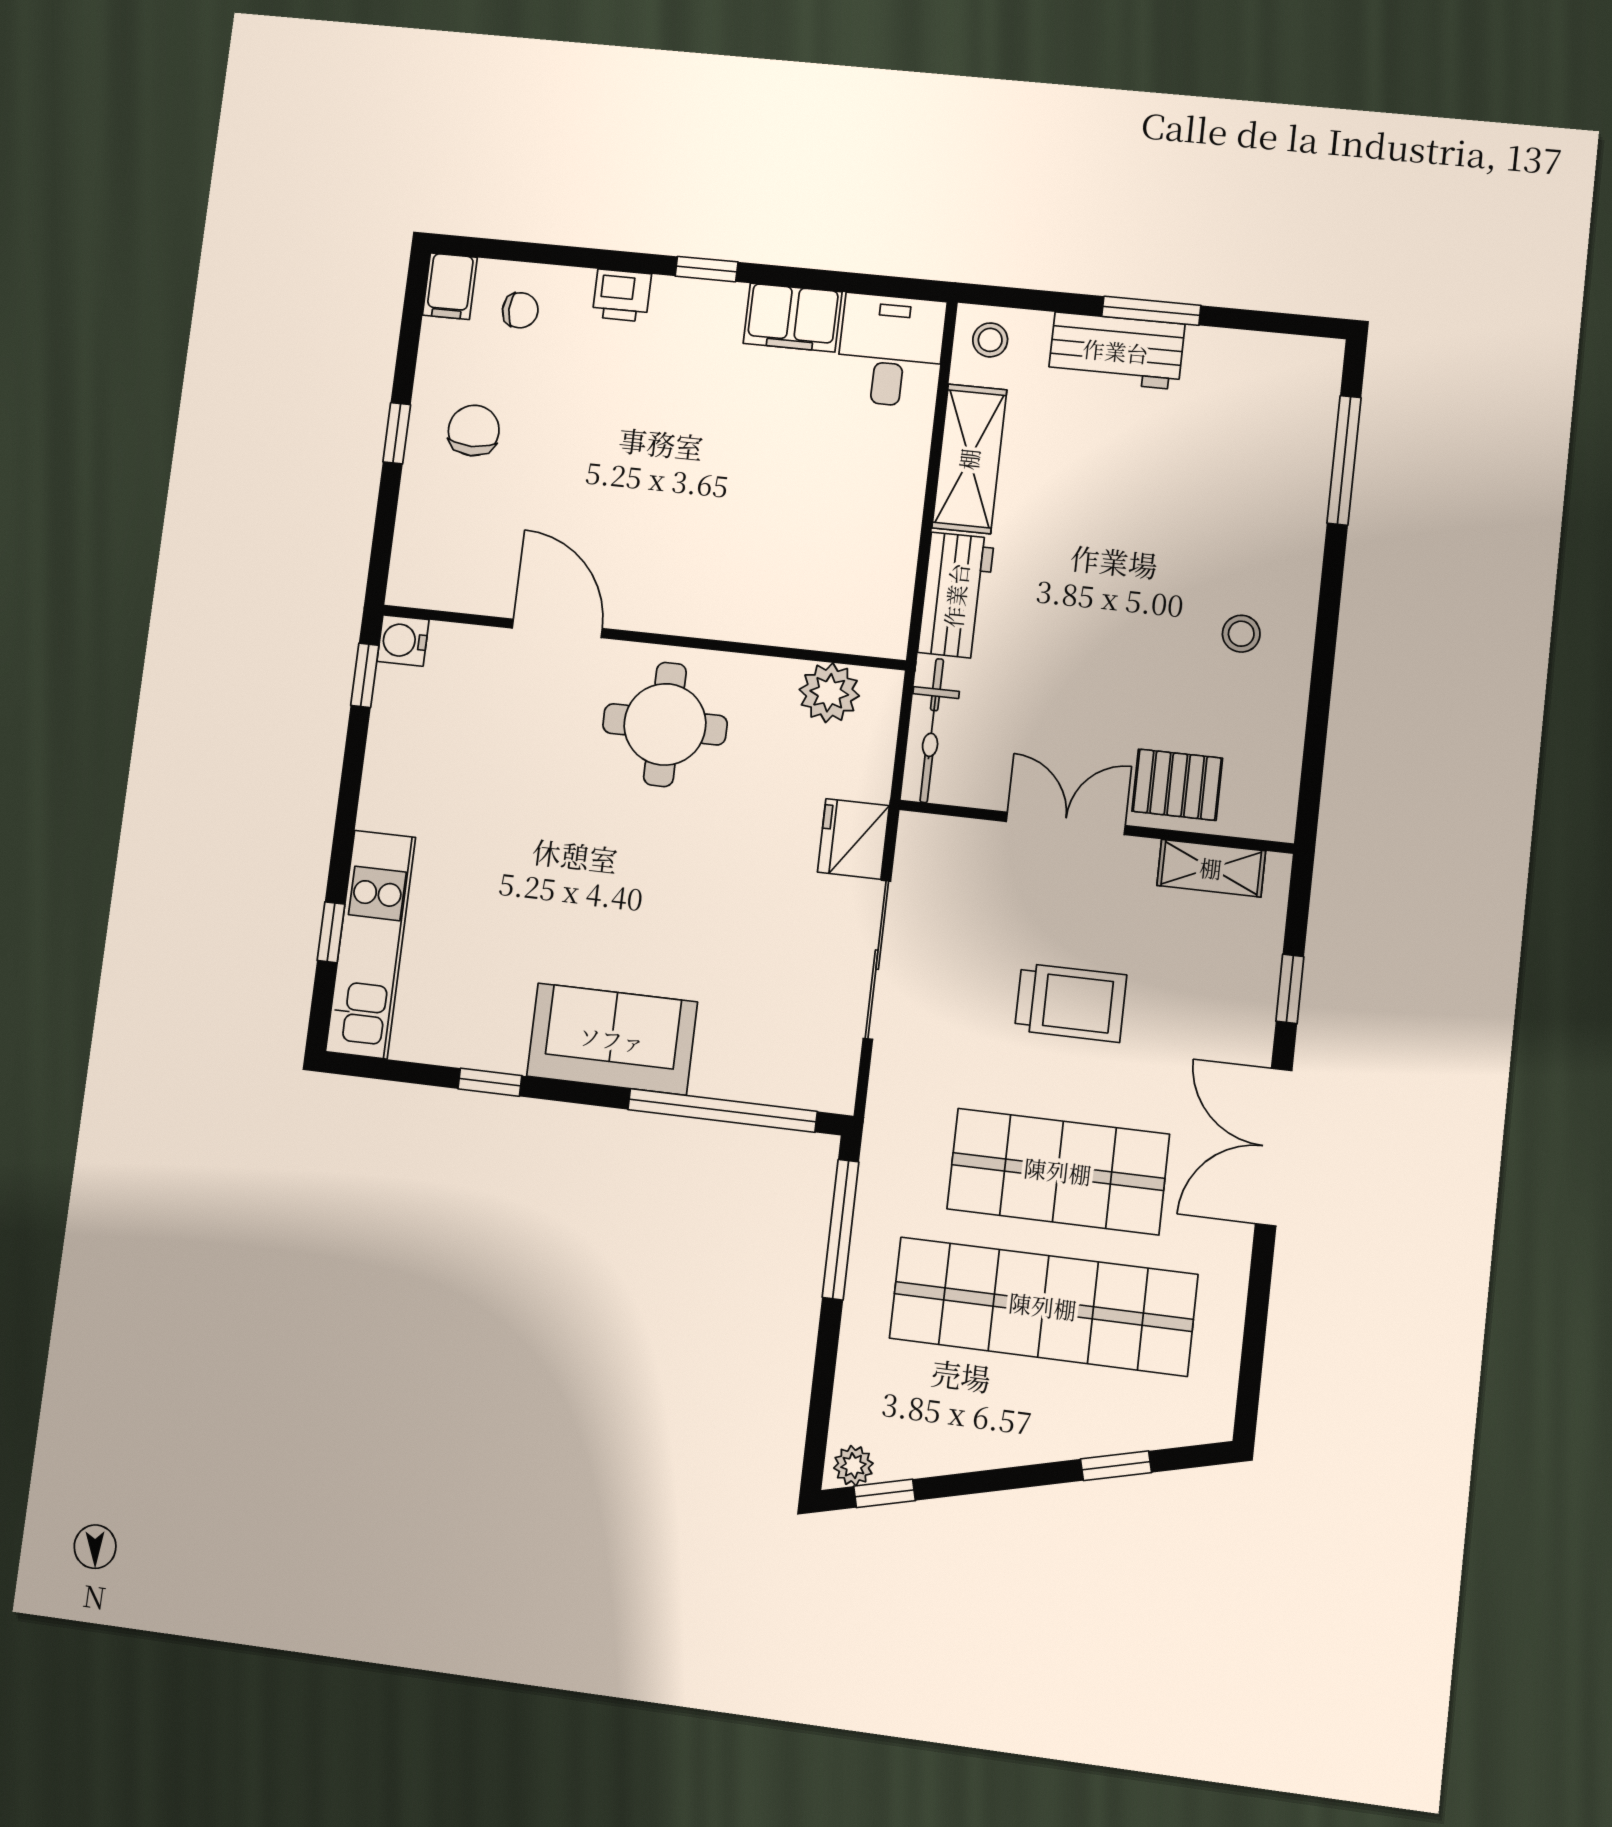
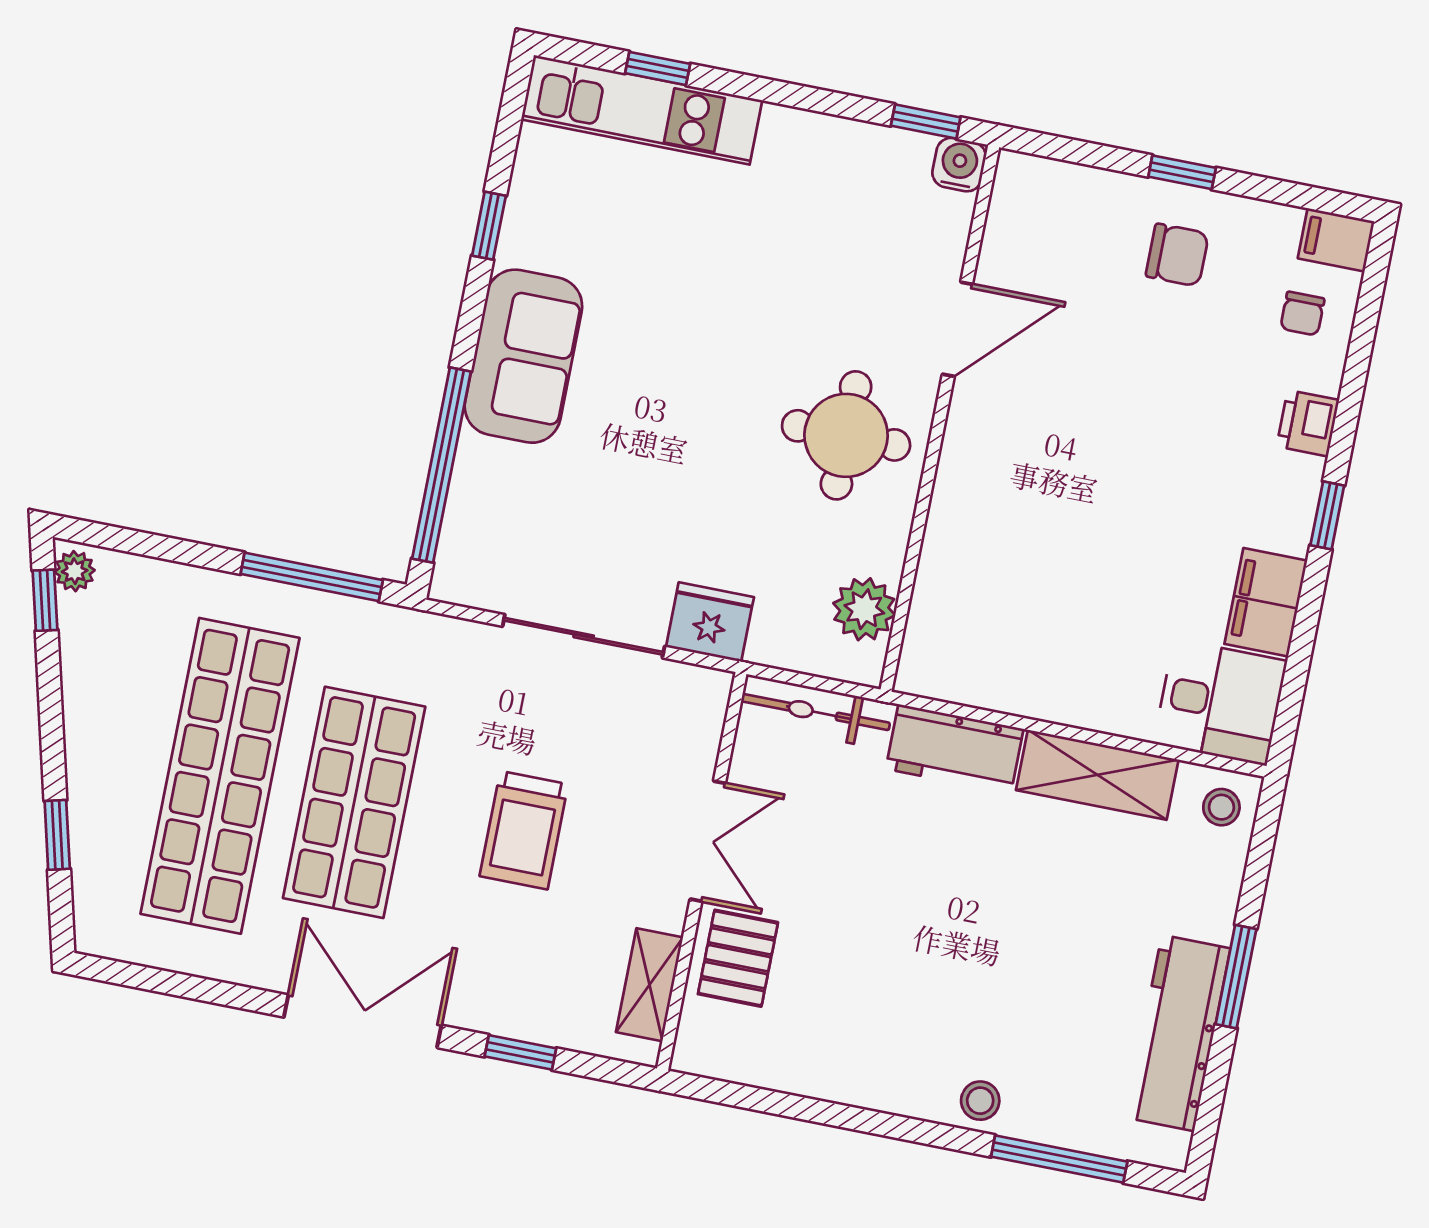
workbench: (1116, 351) -> (1178, 1033), moved, width x1.38
stool: (1241, 634) -> (980, 1101), moved

